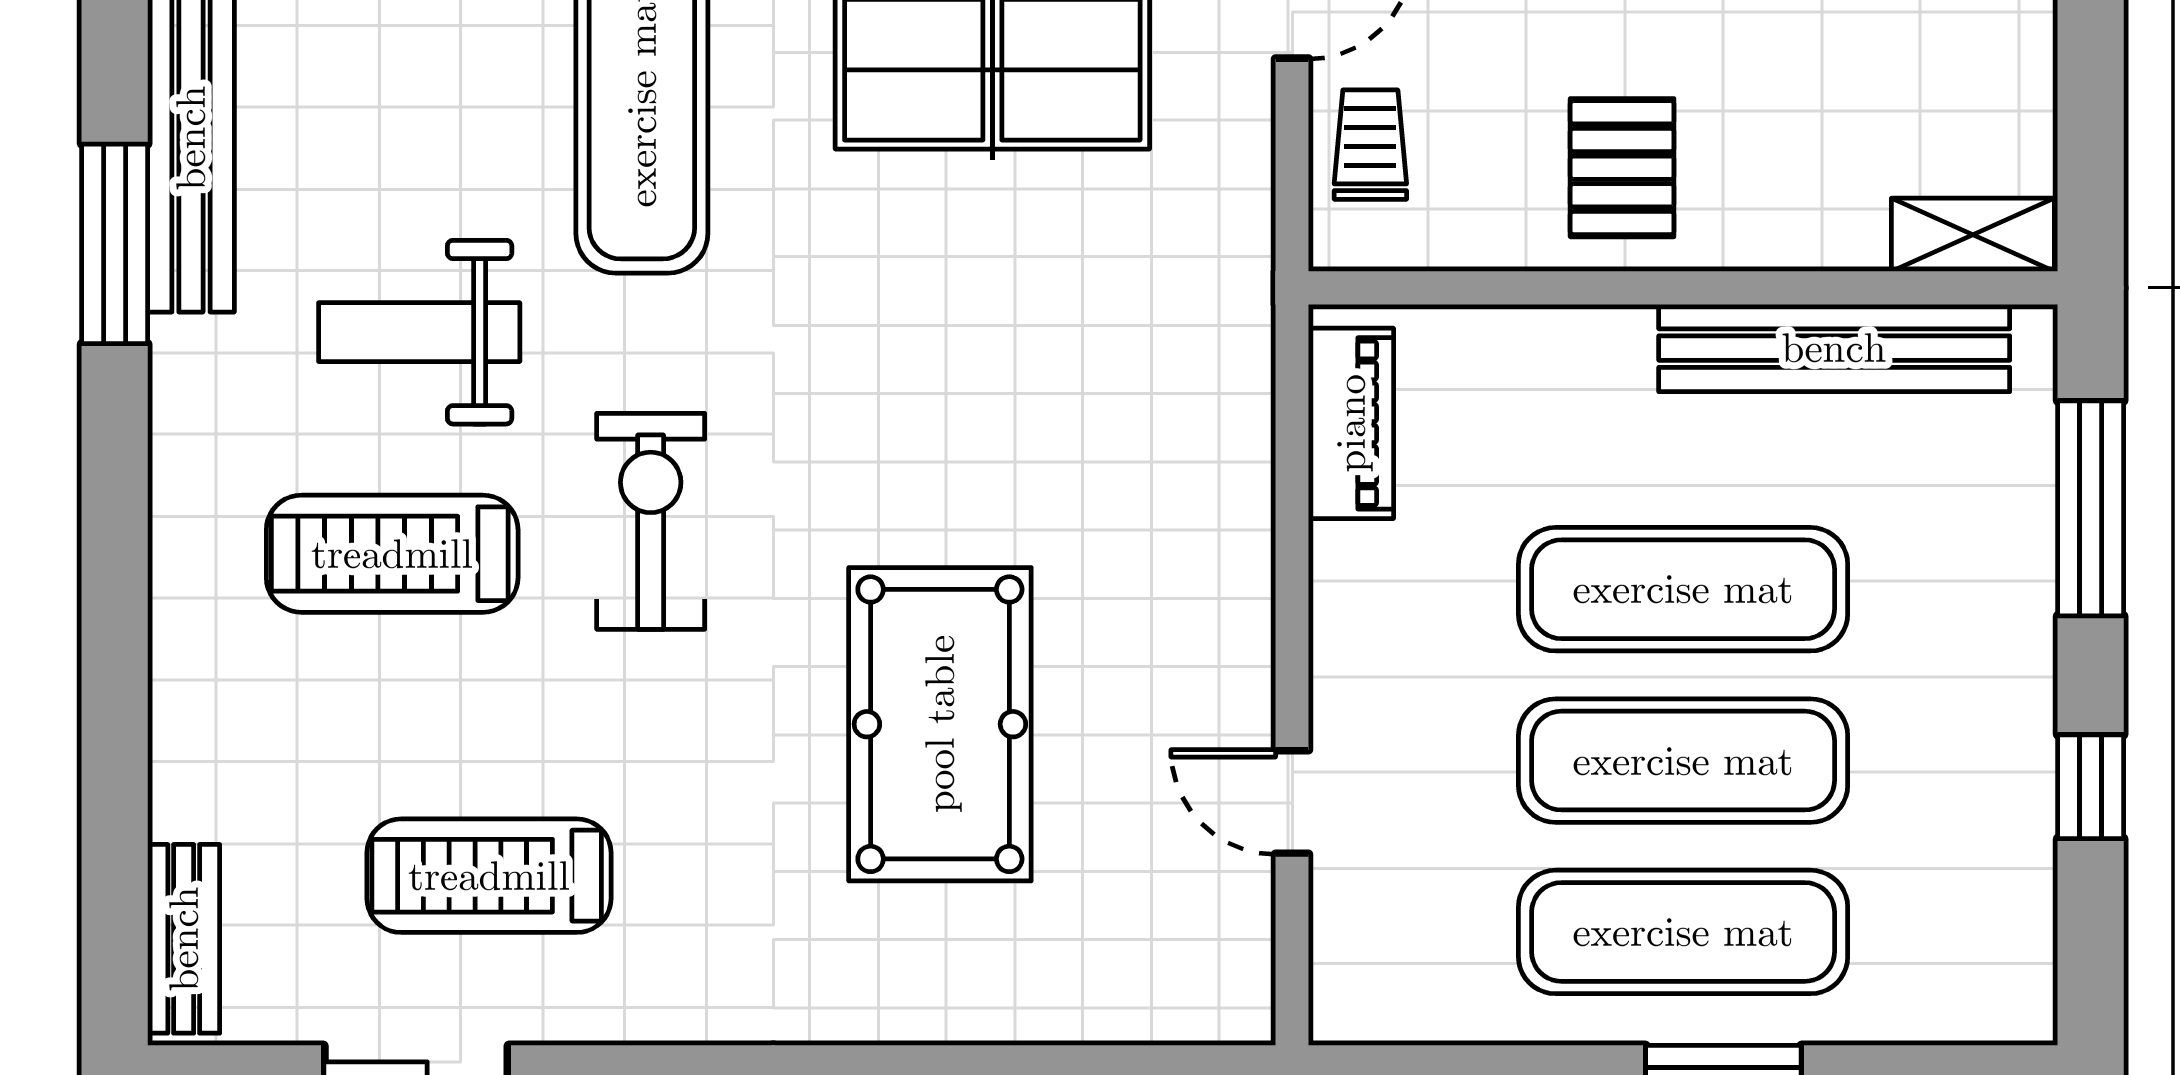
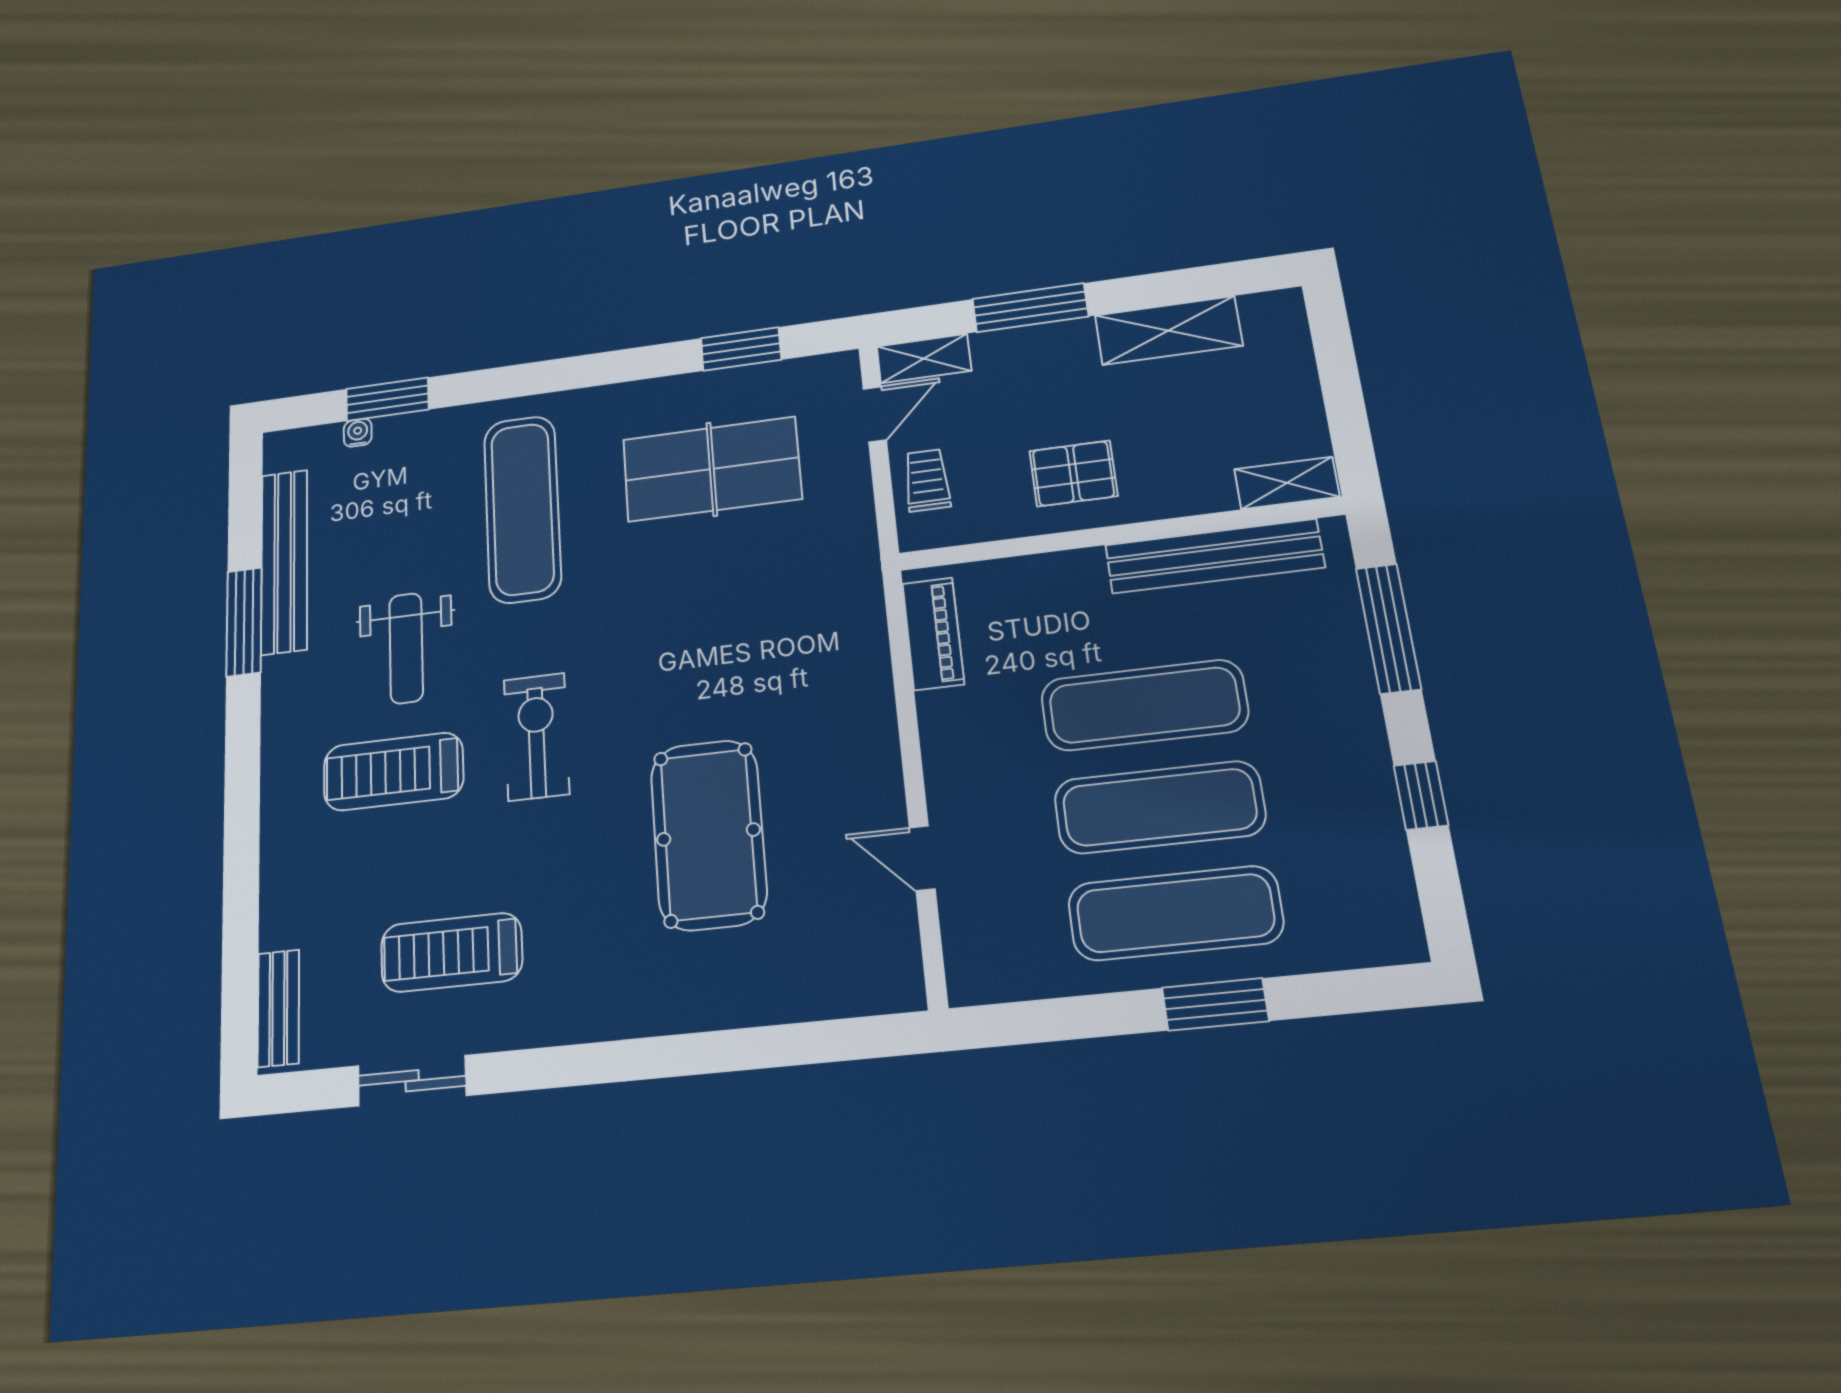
pallet: (1622, 168) -> (1073, 473), turned 90
weight bench: (419, 332) -> (406, 648), turned -90

